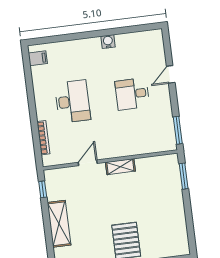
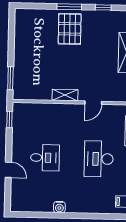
door: (171, 74) -> (8, 170), hinge flipped
window: (178, 130) -> (9, 120), width x0.67

